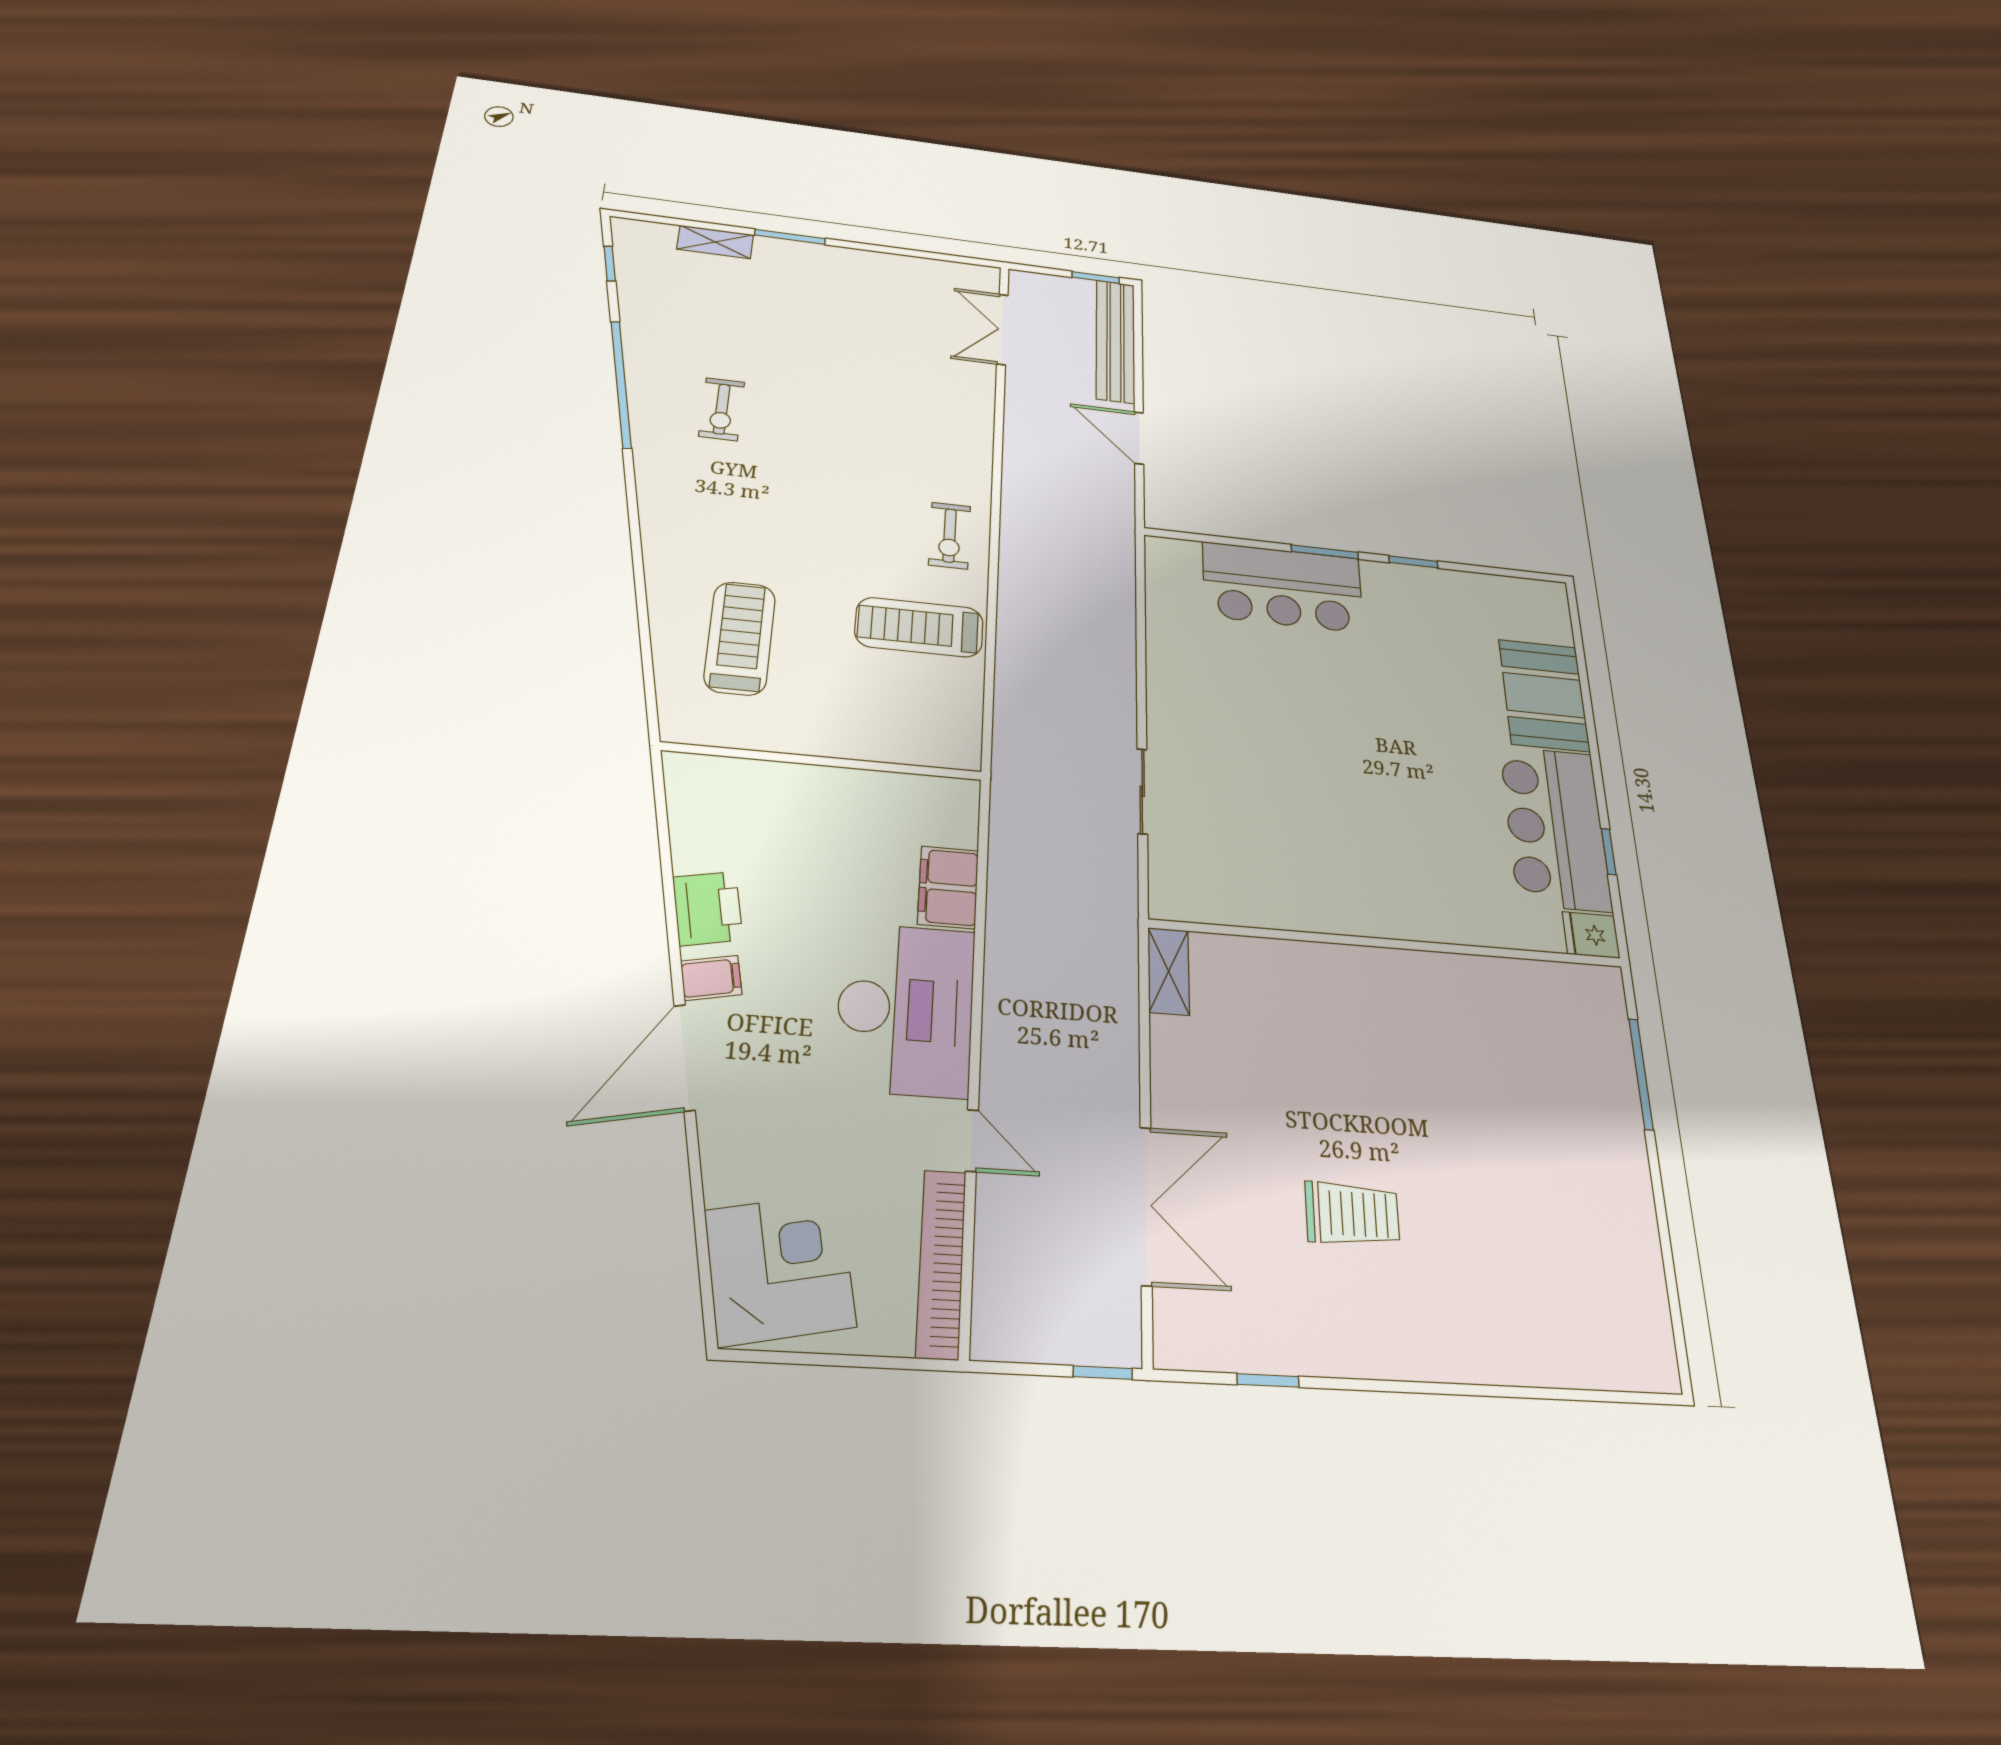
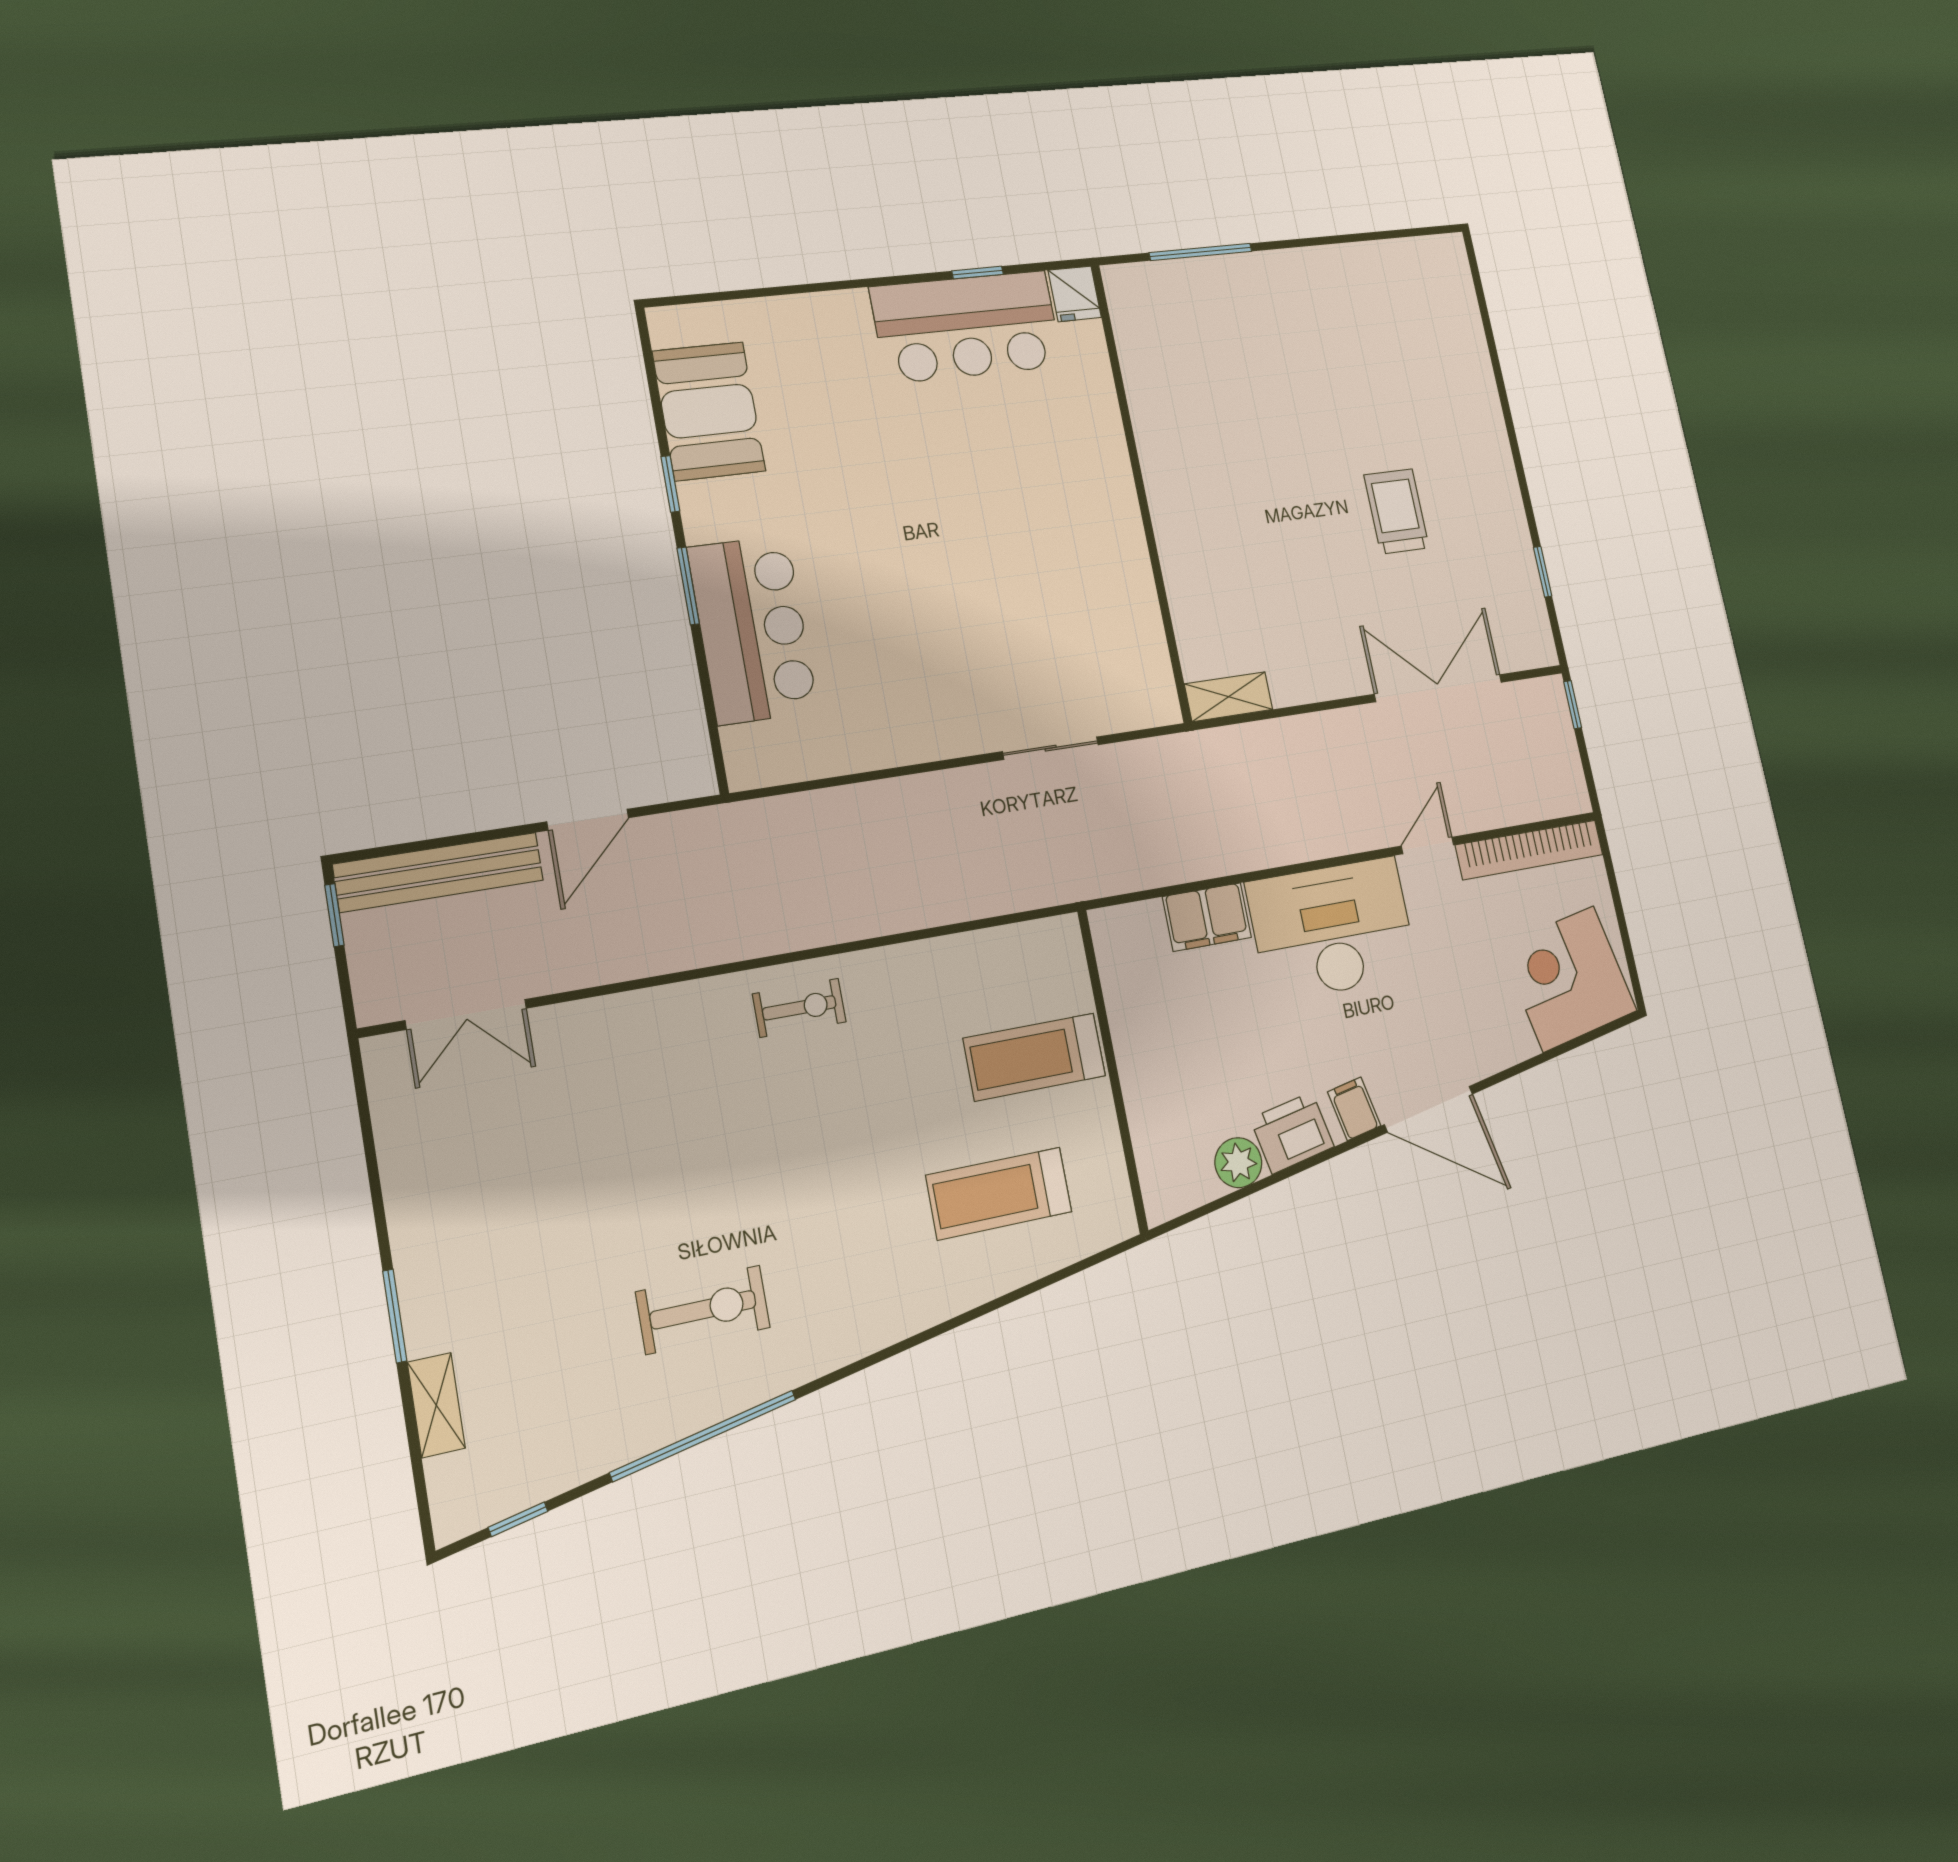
exercise bike: (722, 409) -> (703, 1310), width x1.38, depth x1.39
treadmill: (919, 627) -> (1034, 1057), moved, turned 90
booth: (1544, 695) -> (709, 411), moved, turned 90
plant: (696, 849) -> (1238, 1163), added

